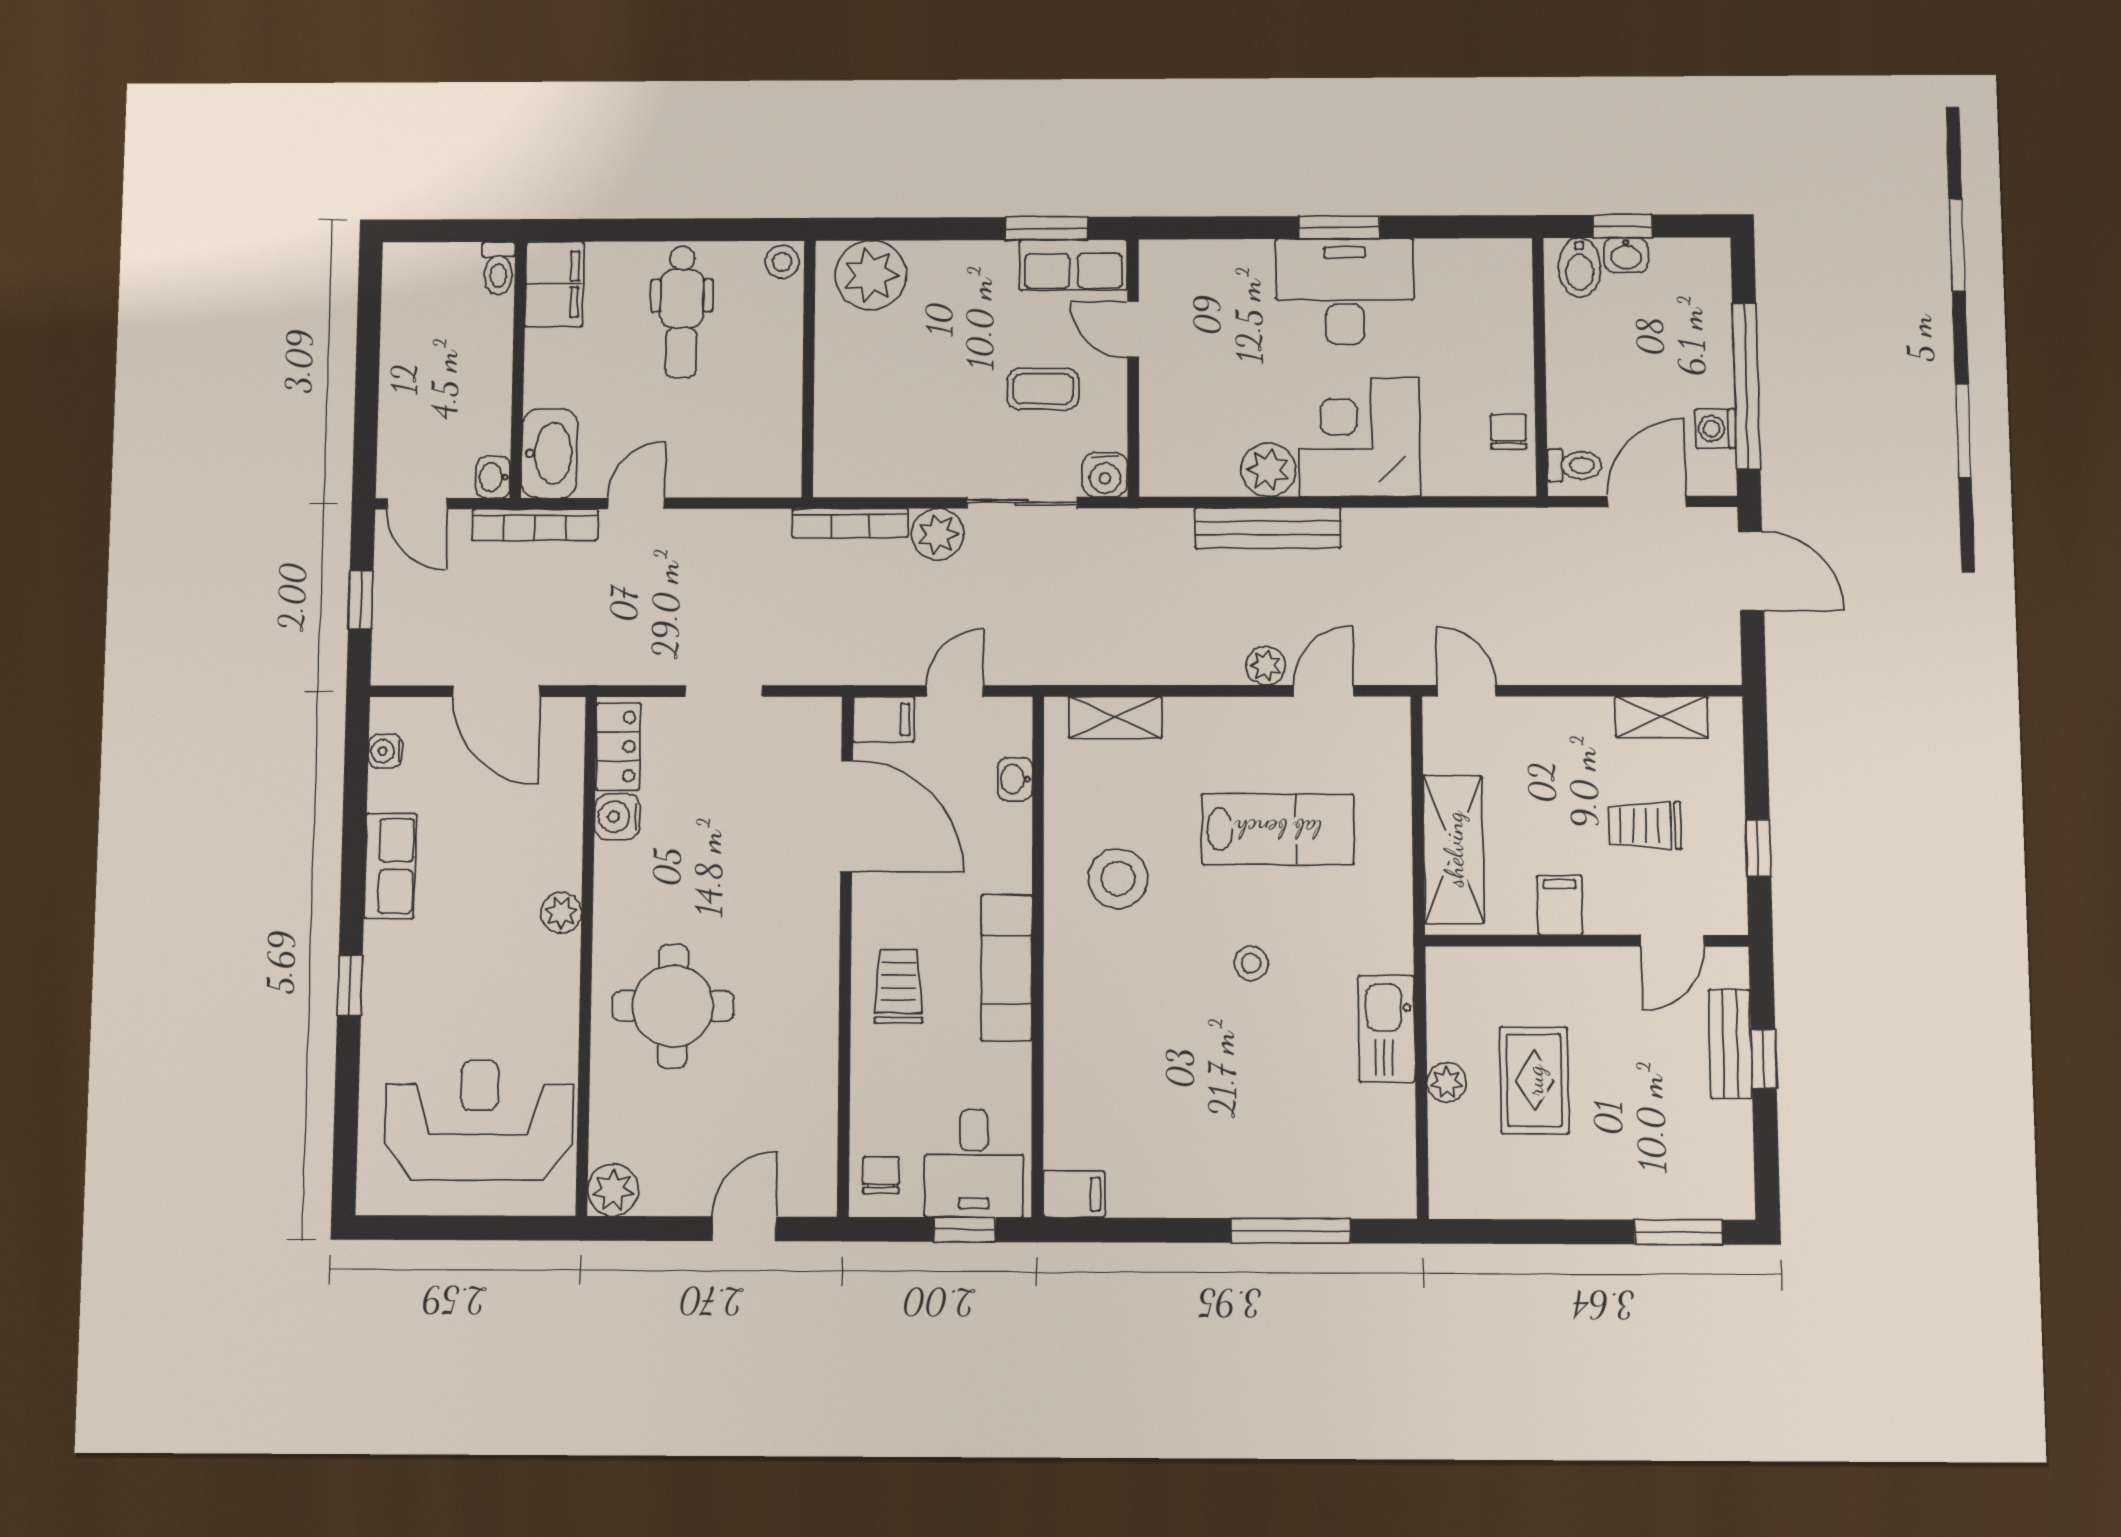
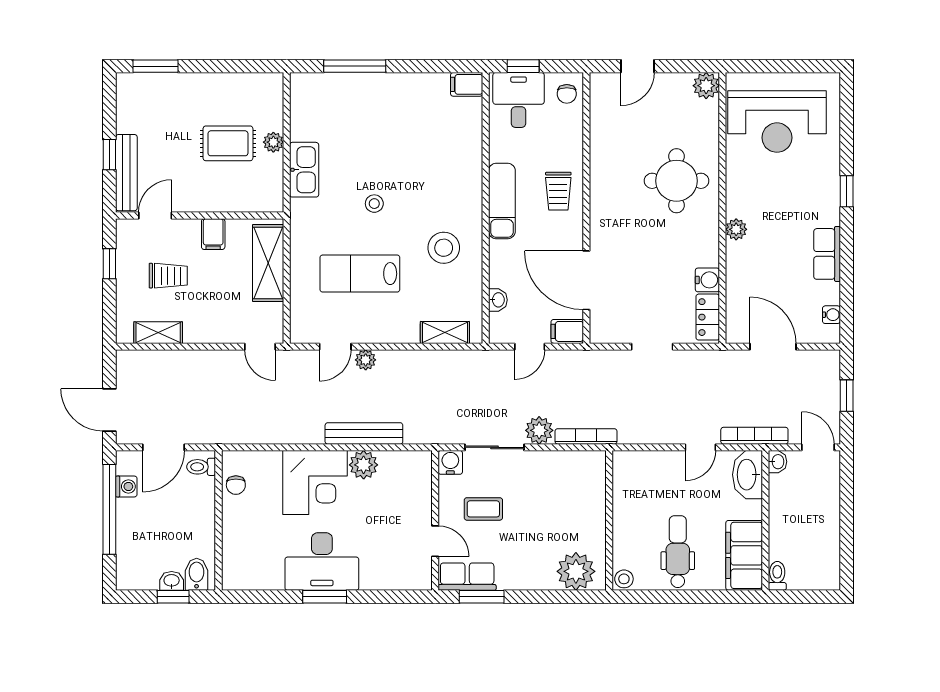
filing cabinet: (555, 284) -> (744, 555), width x1.50, depth x1.17
bench: (1730, 1044) -> (126, 173), width x1.36
rug: (1534, 1080) -> (228, 143), turned 90

